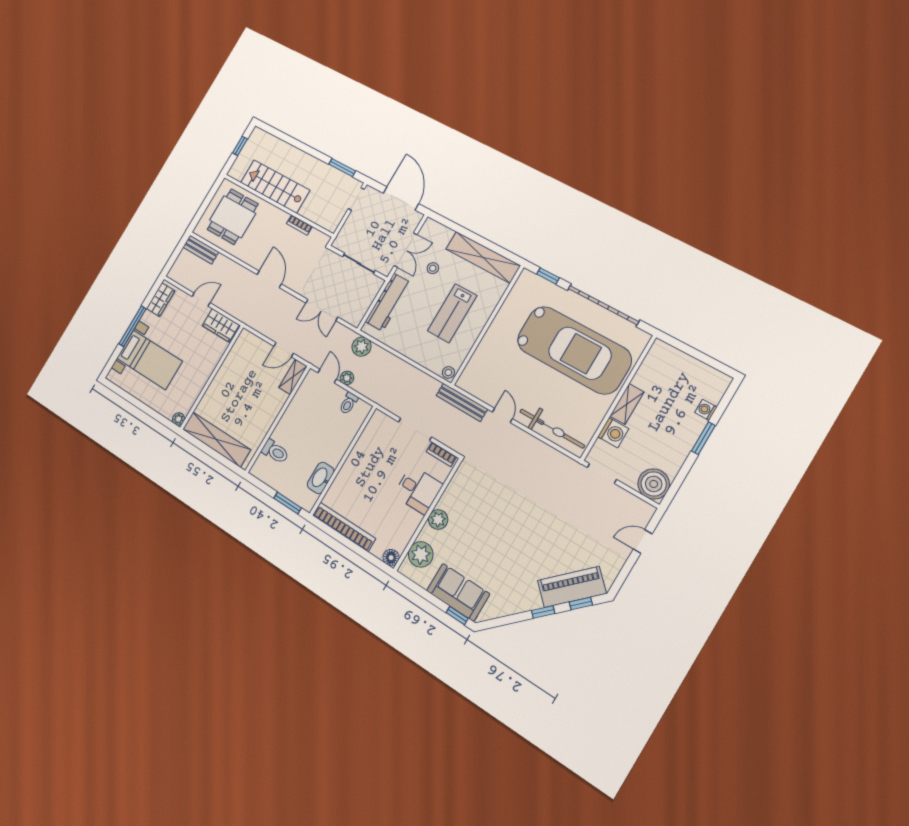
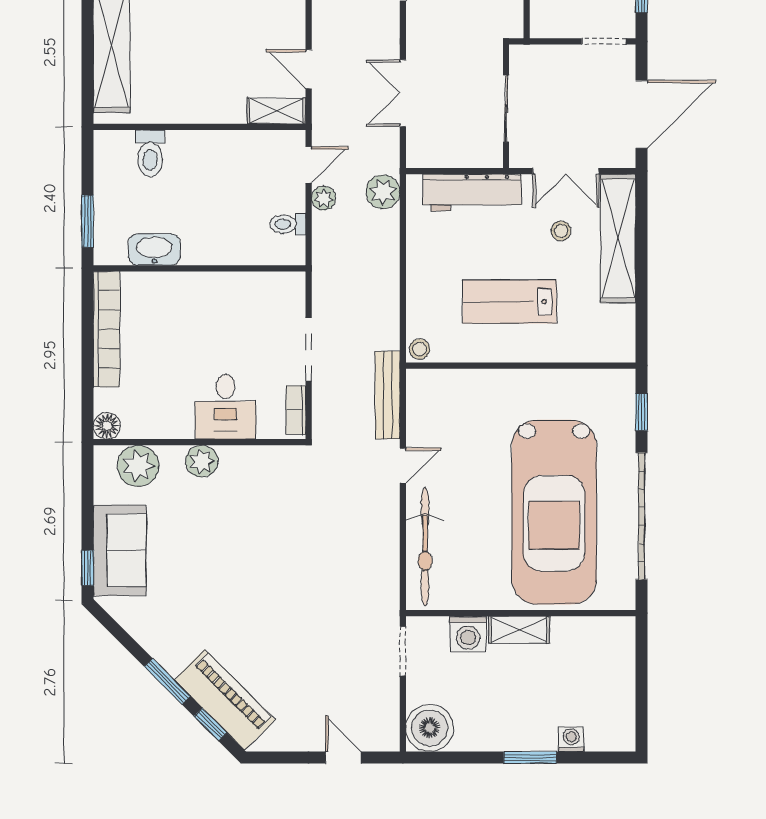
shelving: (483, 257) -> (618, 238), moved
window: (543, 612) -> (167, 681), width x1.50

